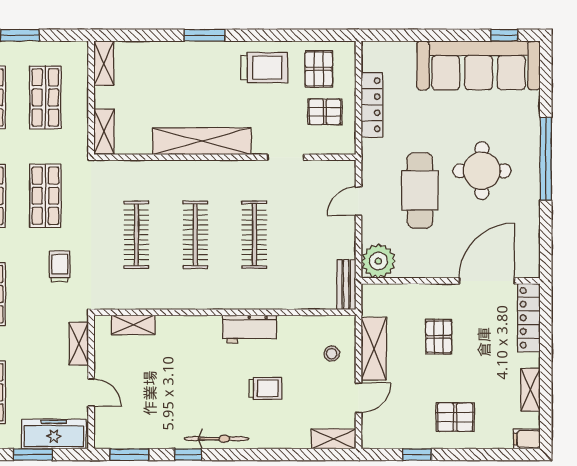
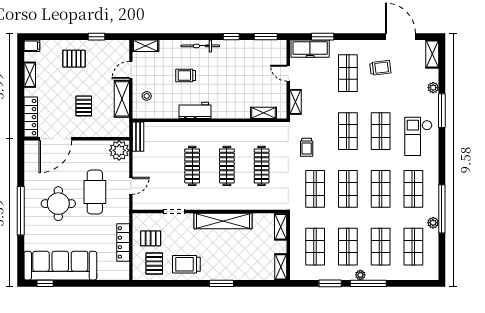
bicycle: (217, 439) -> (200, 46), moved

